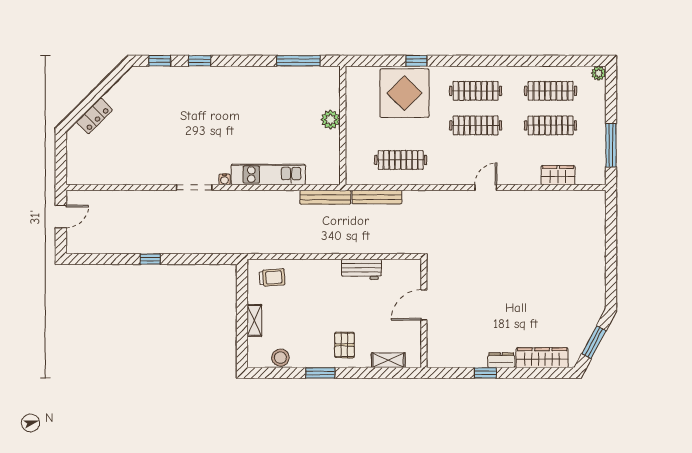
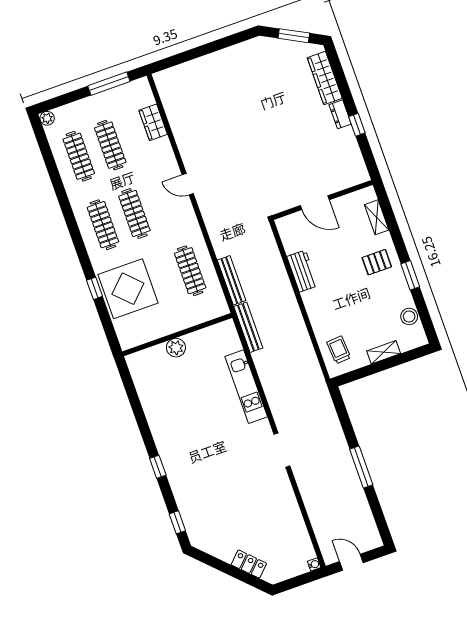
window: (200, 61) -> (158, 467), moved
window: (298, 61) -> (133, 396), removed
water cooler: (224, 179) -> (314, 564), moved
window: (150, 259) -> (361, 467), width x2.17

